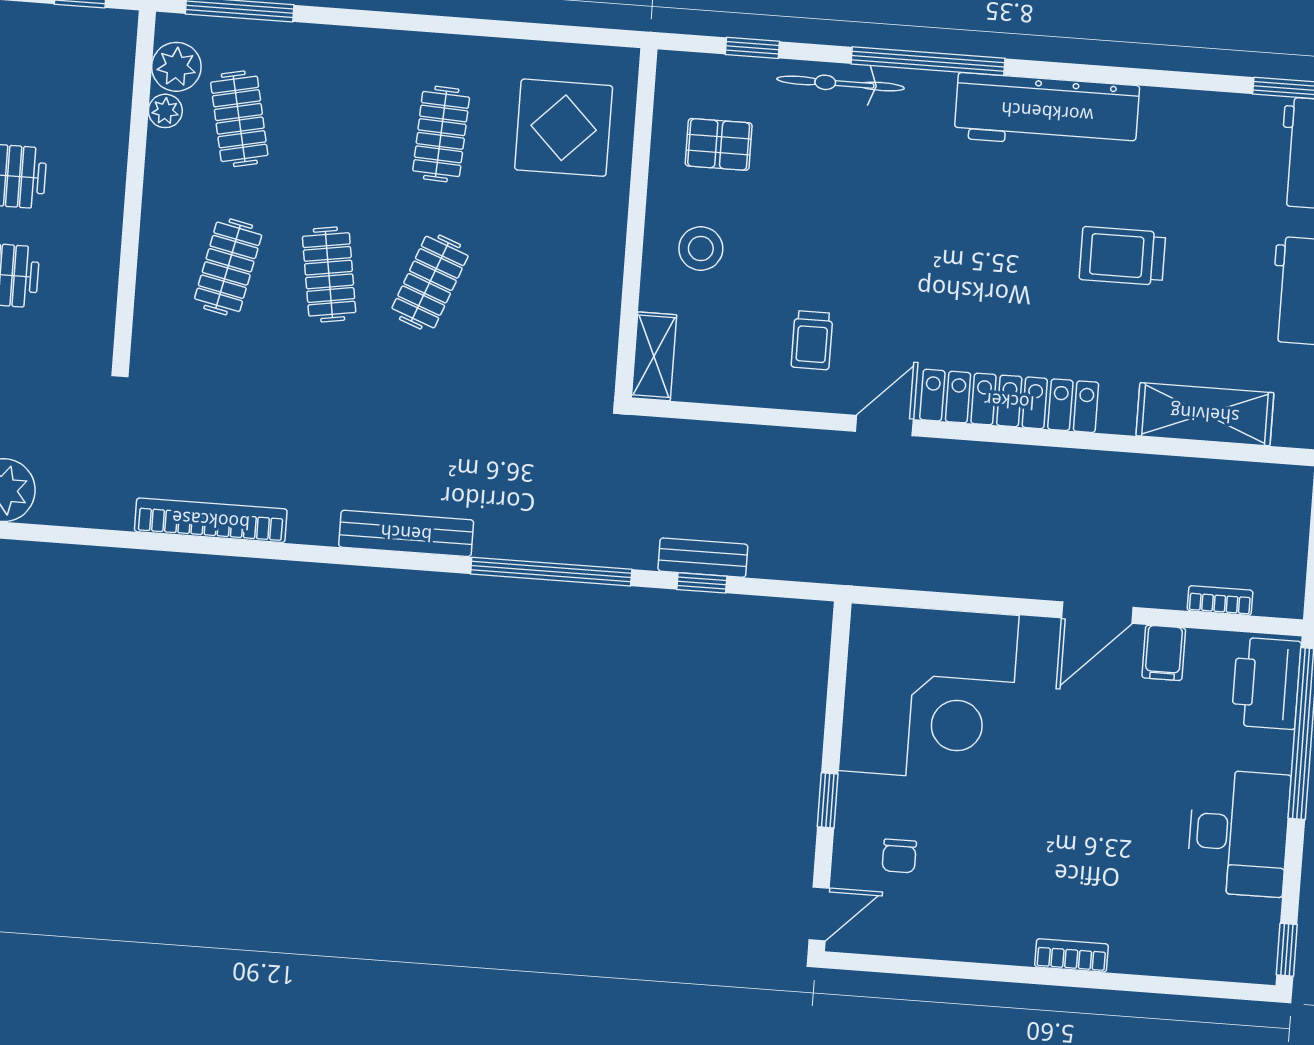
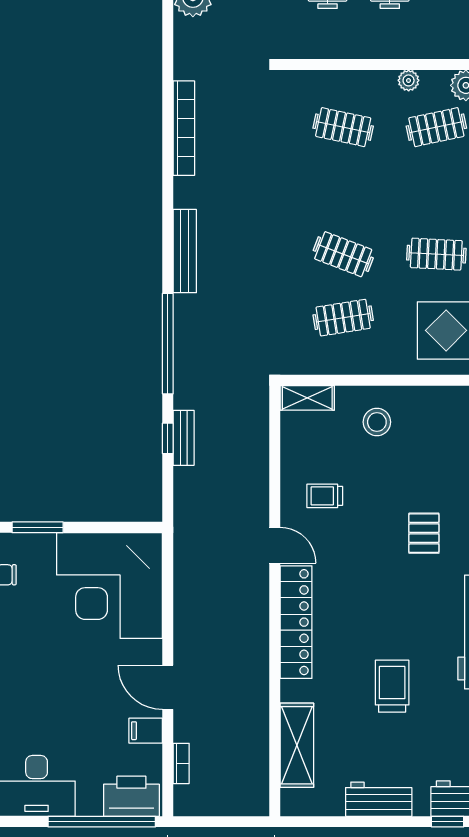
plant: (165, 111) -> (409, 80), moved
pallet: (719, 144) -> (424, 533), moved
clothes rail: (329, 274) -> (343, 318), moved
window: (828, 800) -> (38, 527), width x1.50

